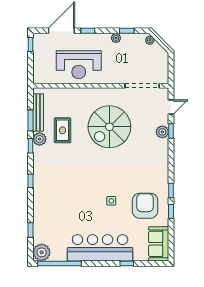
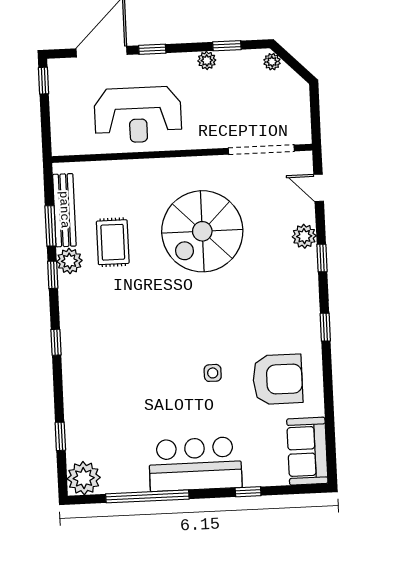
door: (171, 107) -> (319, 188), swing flipped
window: (171, 131) -> (322, 258), moved
window: (171, 191) -> (325, 327), moved
armchair: (145, 206) -> (278, 379), turned 90
window: (171, 211) -> (328, 388), removed
bar counter: (100, 248) -> (195, 464), width x0.73
window: (60, 263) -> (147, 496), moved

